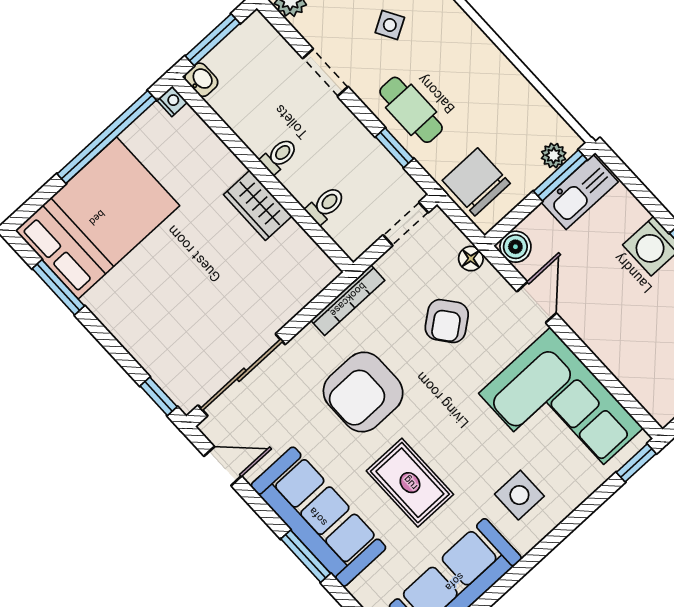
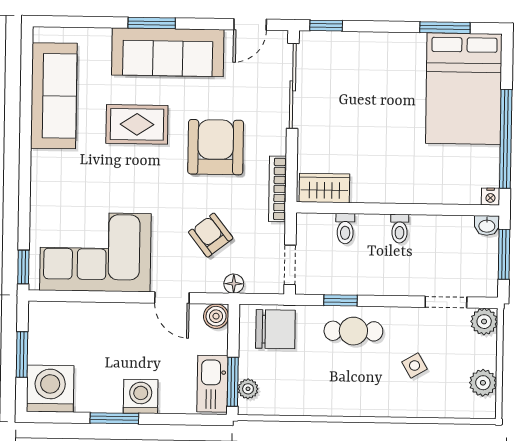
doorway: (325, 73) -> (446, 302), moved
wardrobe: (258, 205) -> (324, 188), moved
side table: (519, 495) -> (69, 181), removed

